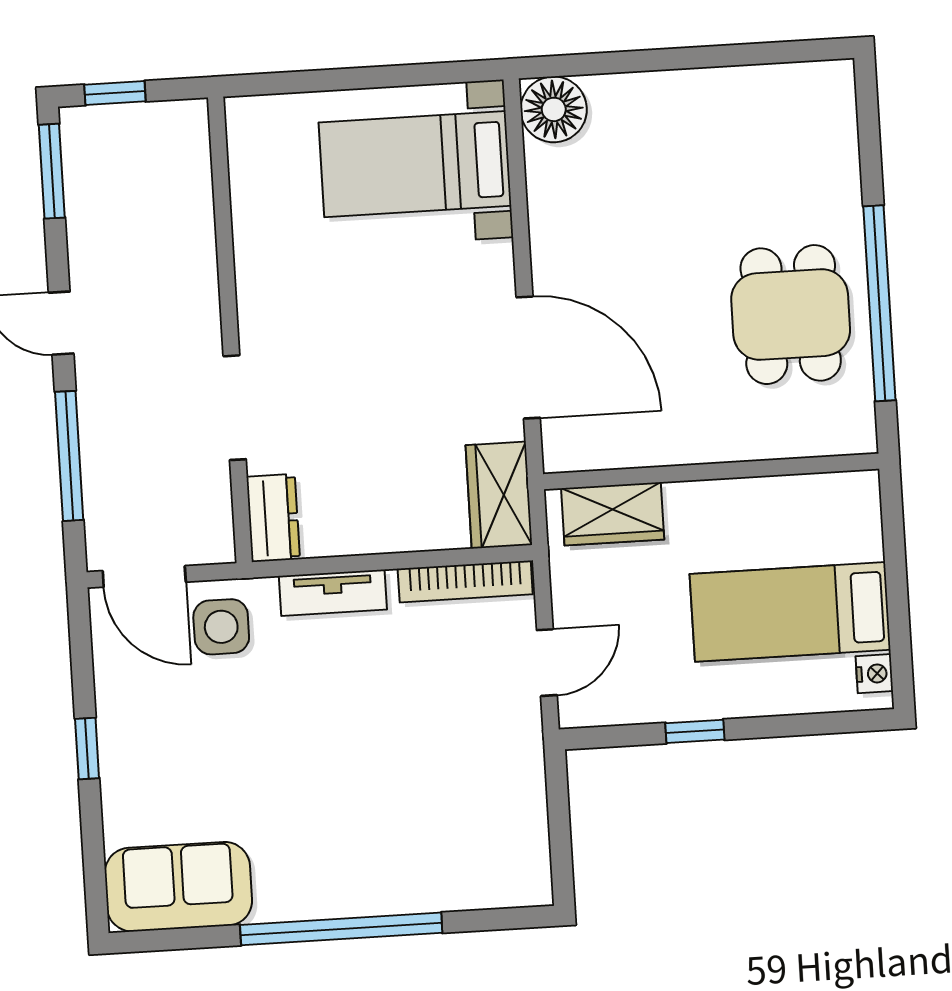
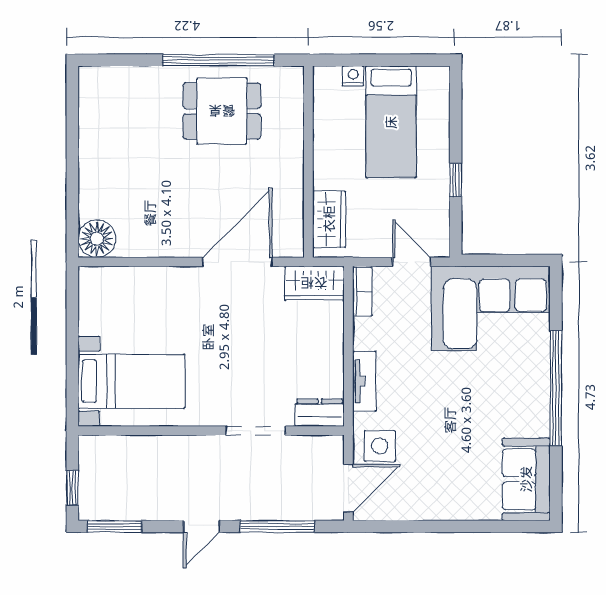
bed with nightstands: (415, 164) -> (132, 381), moved, turned -90
bookcase: (465, 581) -> (362, 292), width x0.64
nightstand: (874, 674) -> (353, 76), moved
window: (87, 748) -> (444, 526), removed
corner sofa: (474, 807) -> (491, 308), added

